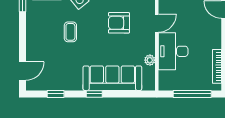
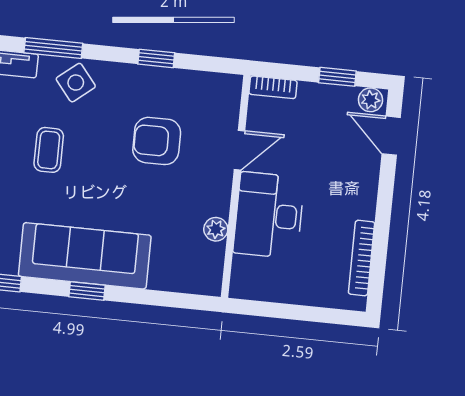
sofa: (112, 78) -> (85, 256), moved
window: (192, 94) -> (301, 313), removed

